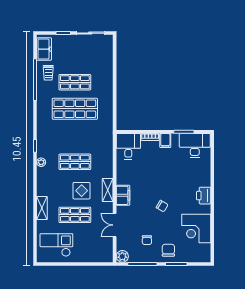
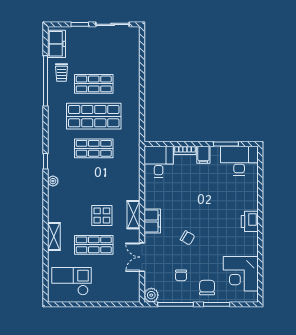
shop shelf: (75, 162) -> (94, 148), moved
chair: (162, 206) -> (187, 238), moved
corner desk: (196, 229) -> (241, 274), moved

